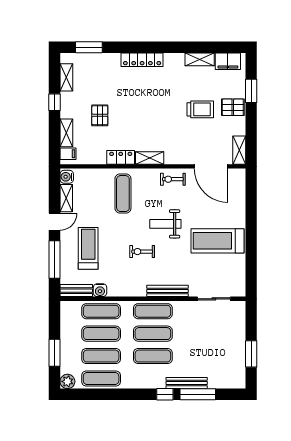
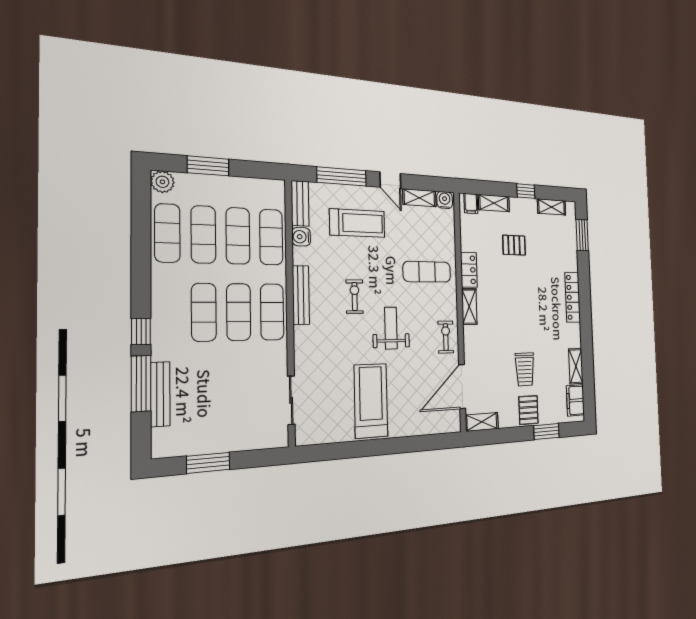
bench: (168, 291) -> (301, 295), moved
bench: (187, 383) -> (160, 394), moved

